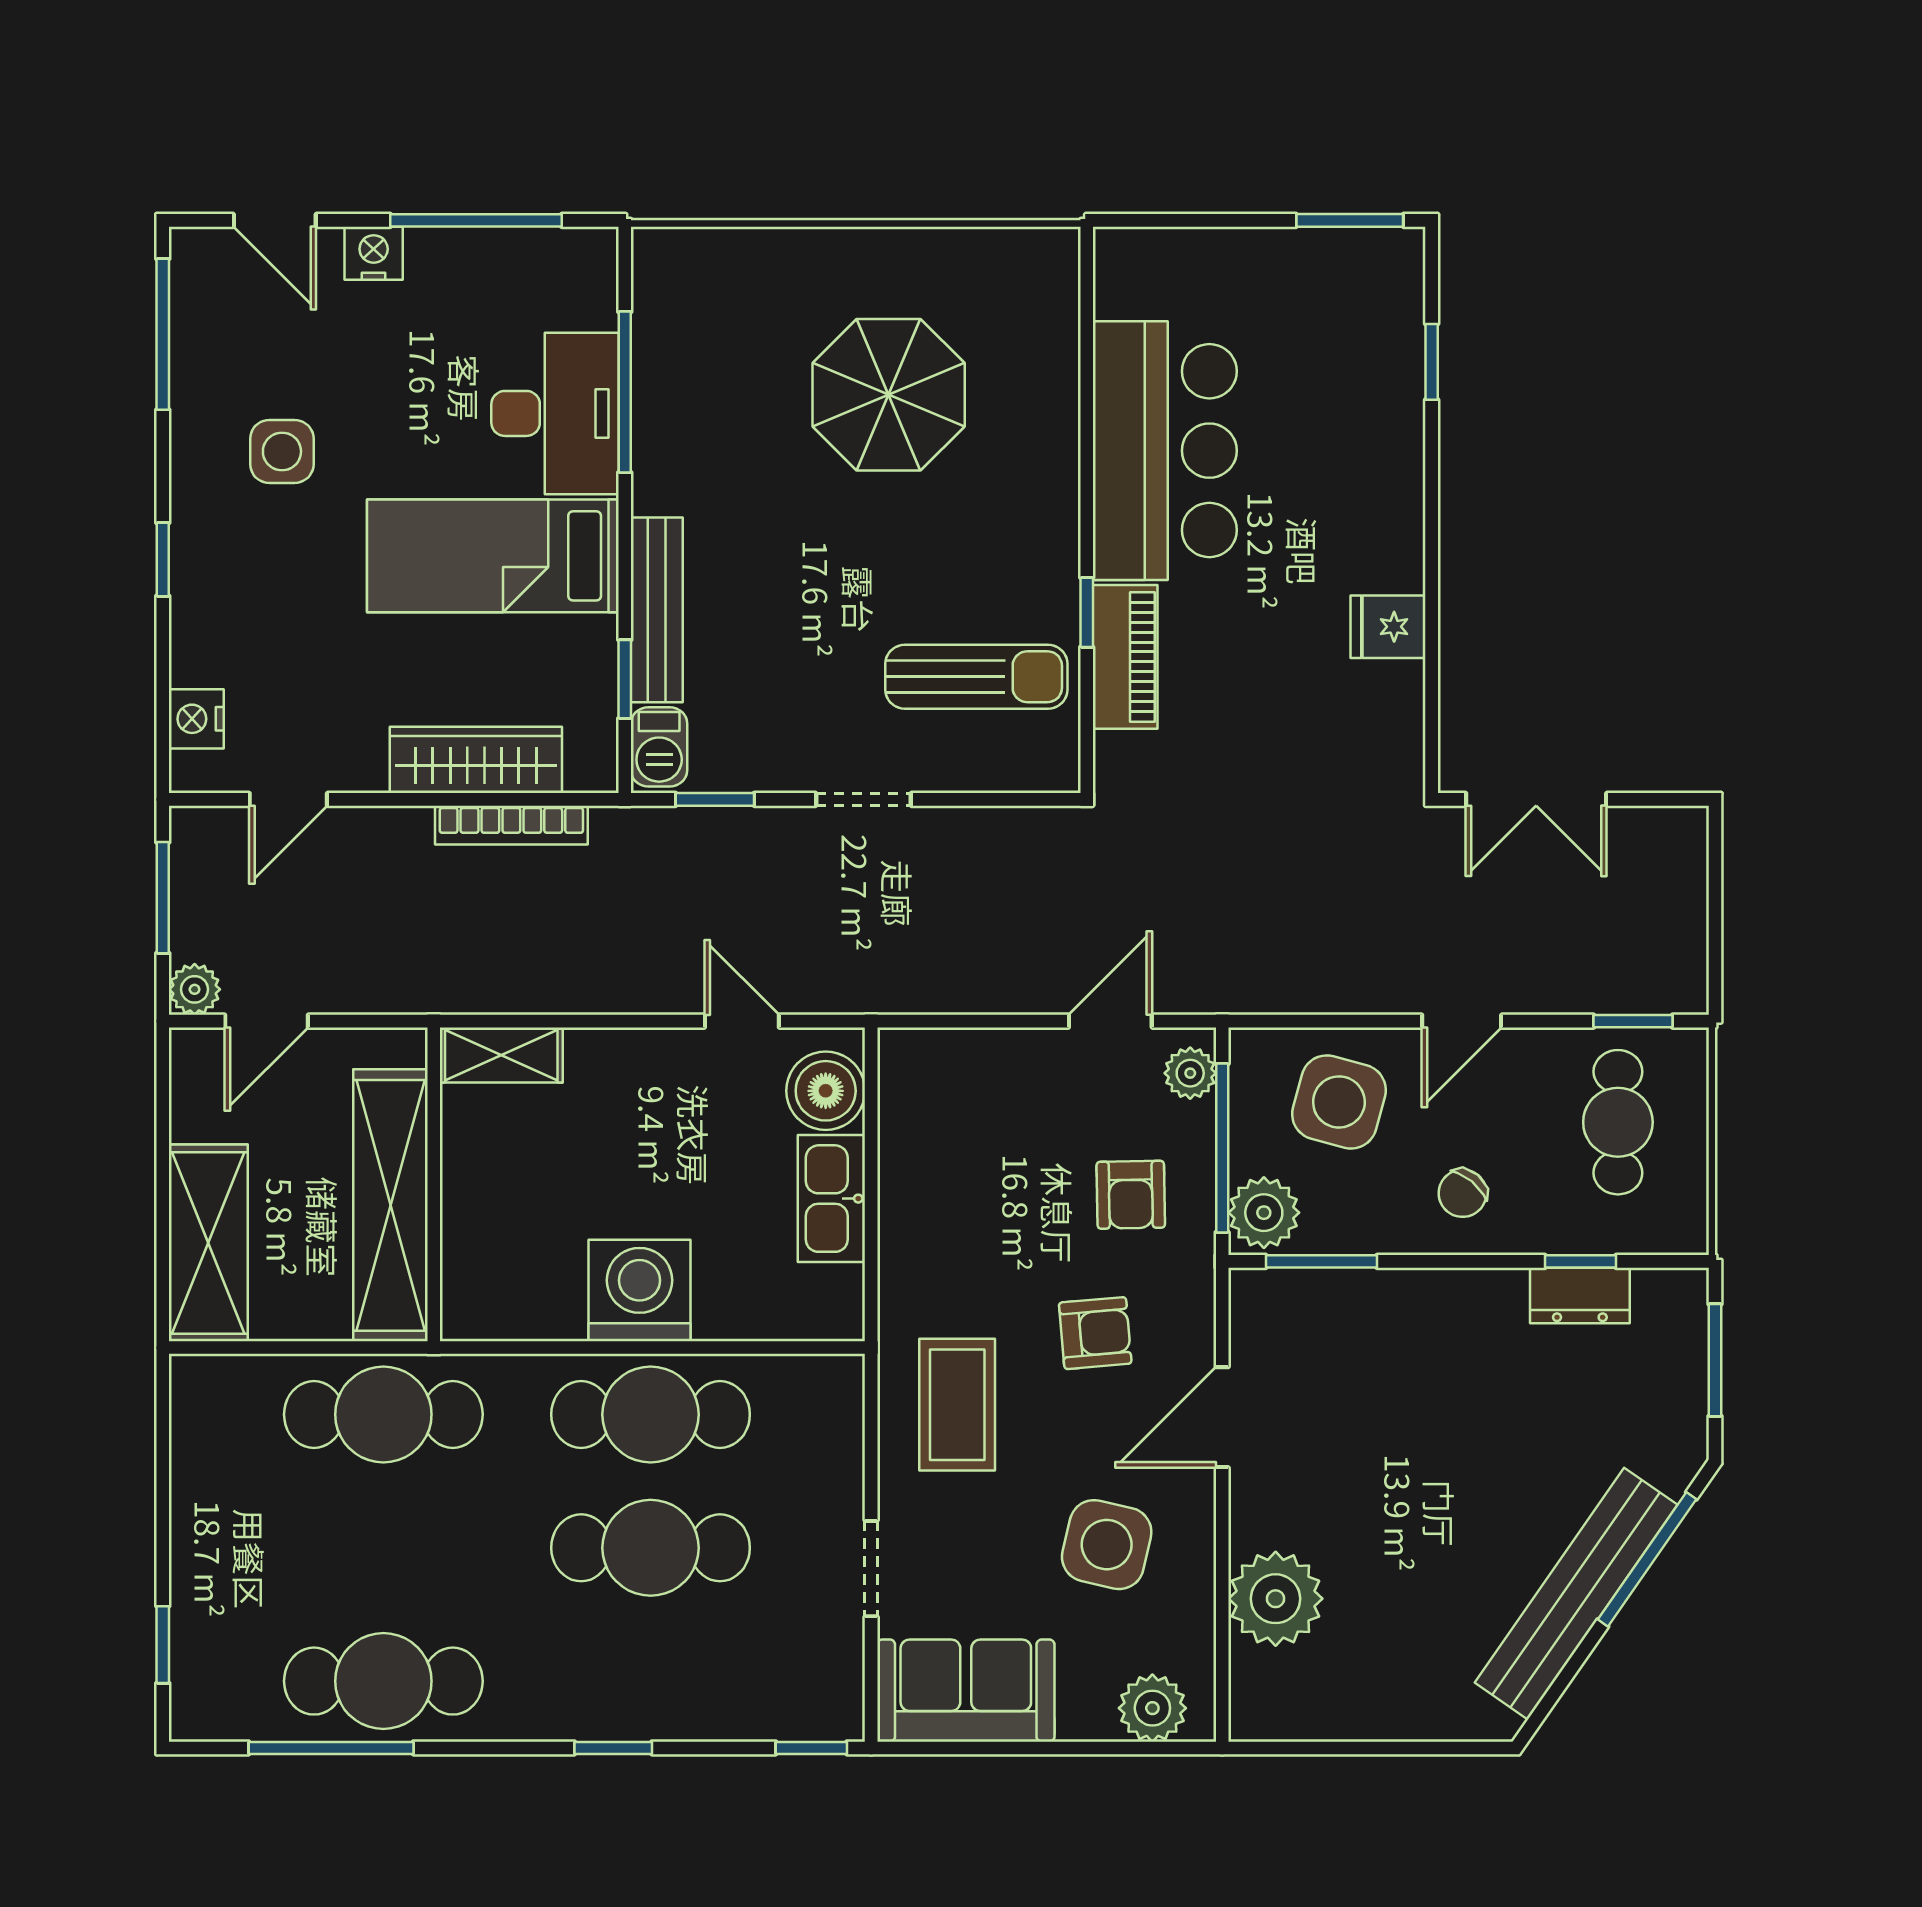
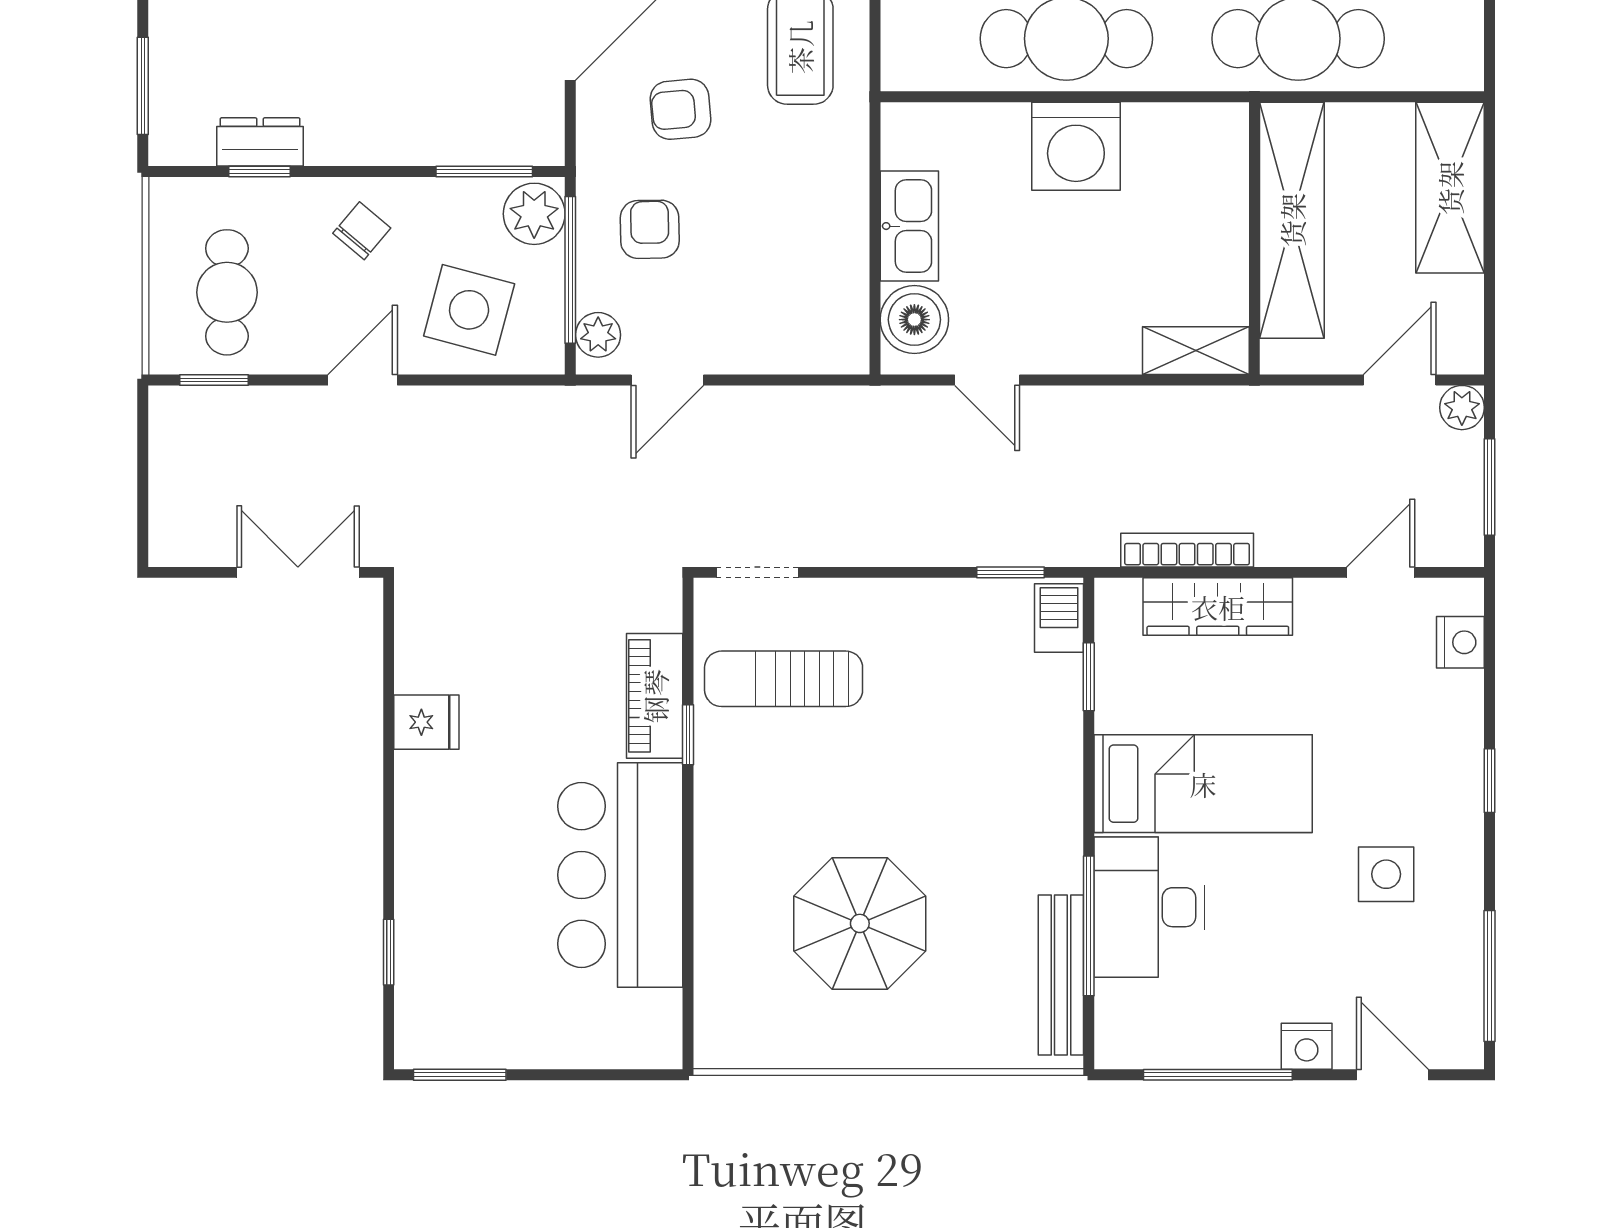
bench: (657, 610) -> (1061, 975), moved
doorway: (864, 799) -> (757, 572), moved

